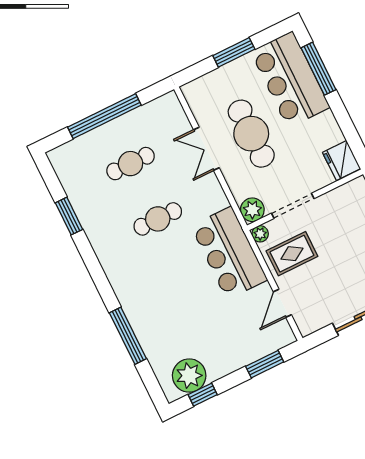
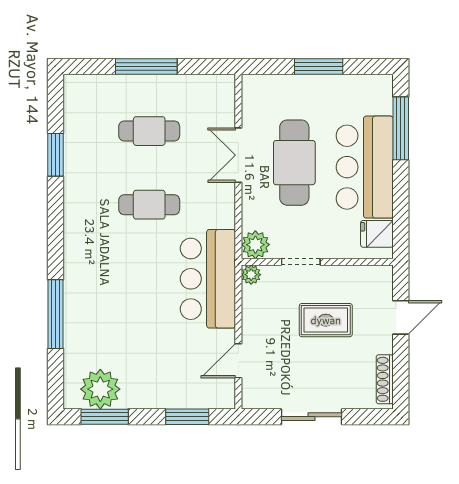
bar counter: (290, 80) -> (365, 167), moved
window: (104, 116) -> (146, 66), width x0.68
fridge: (341, 161) -> (377, 234), width x0.72
doorway: (293, 206) -> (301, 262), width x0.73
rug: (292, 254) -> (326, 320), moved
window: (203, 395) -> (105, 417), width x1.50

